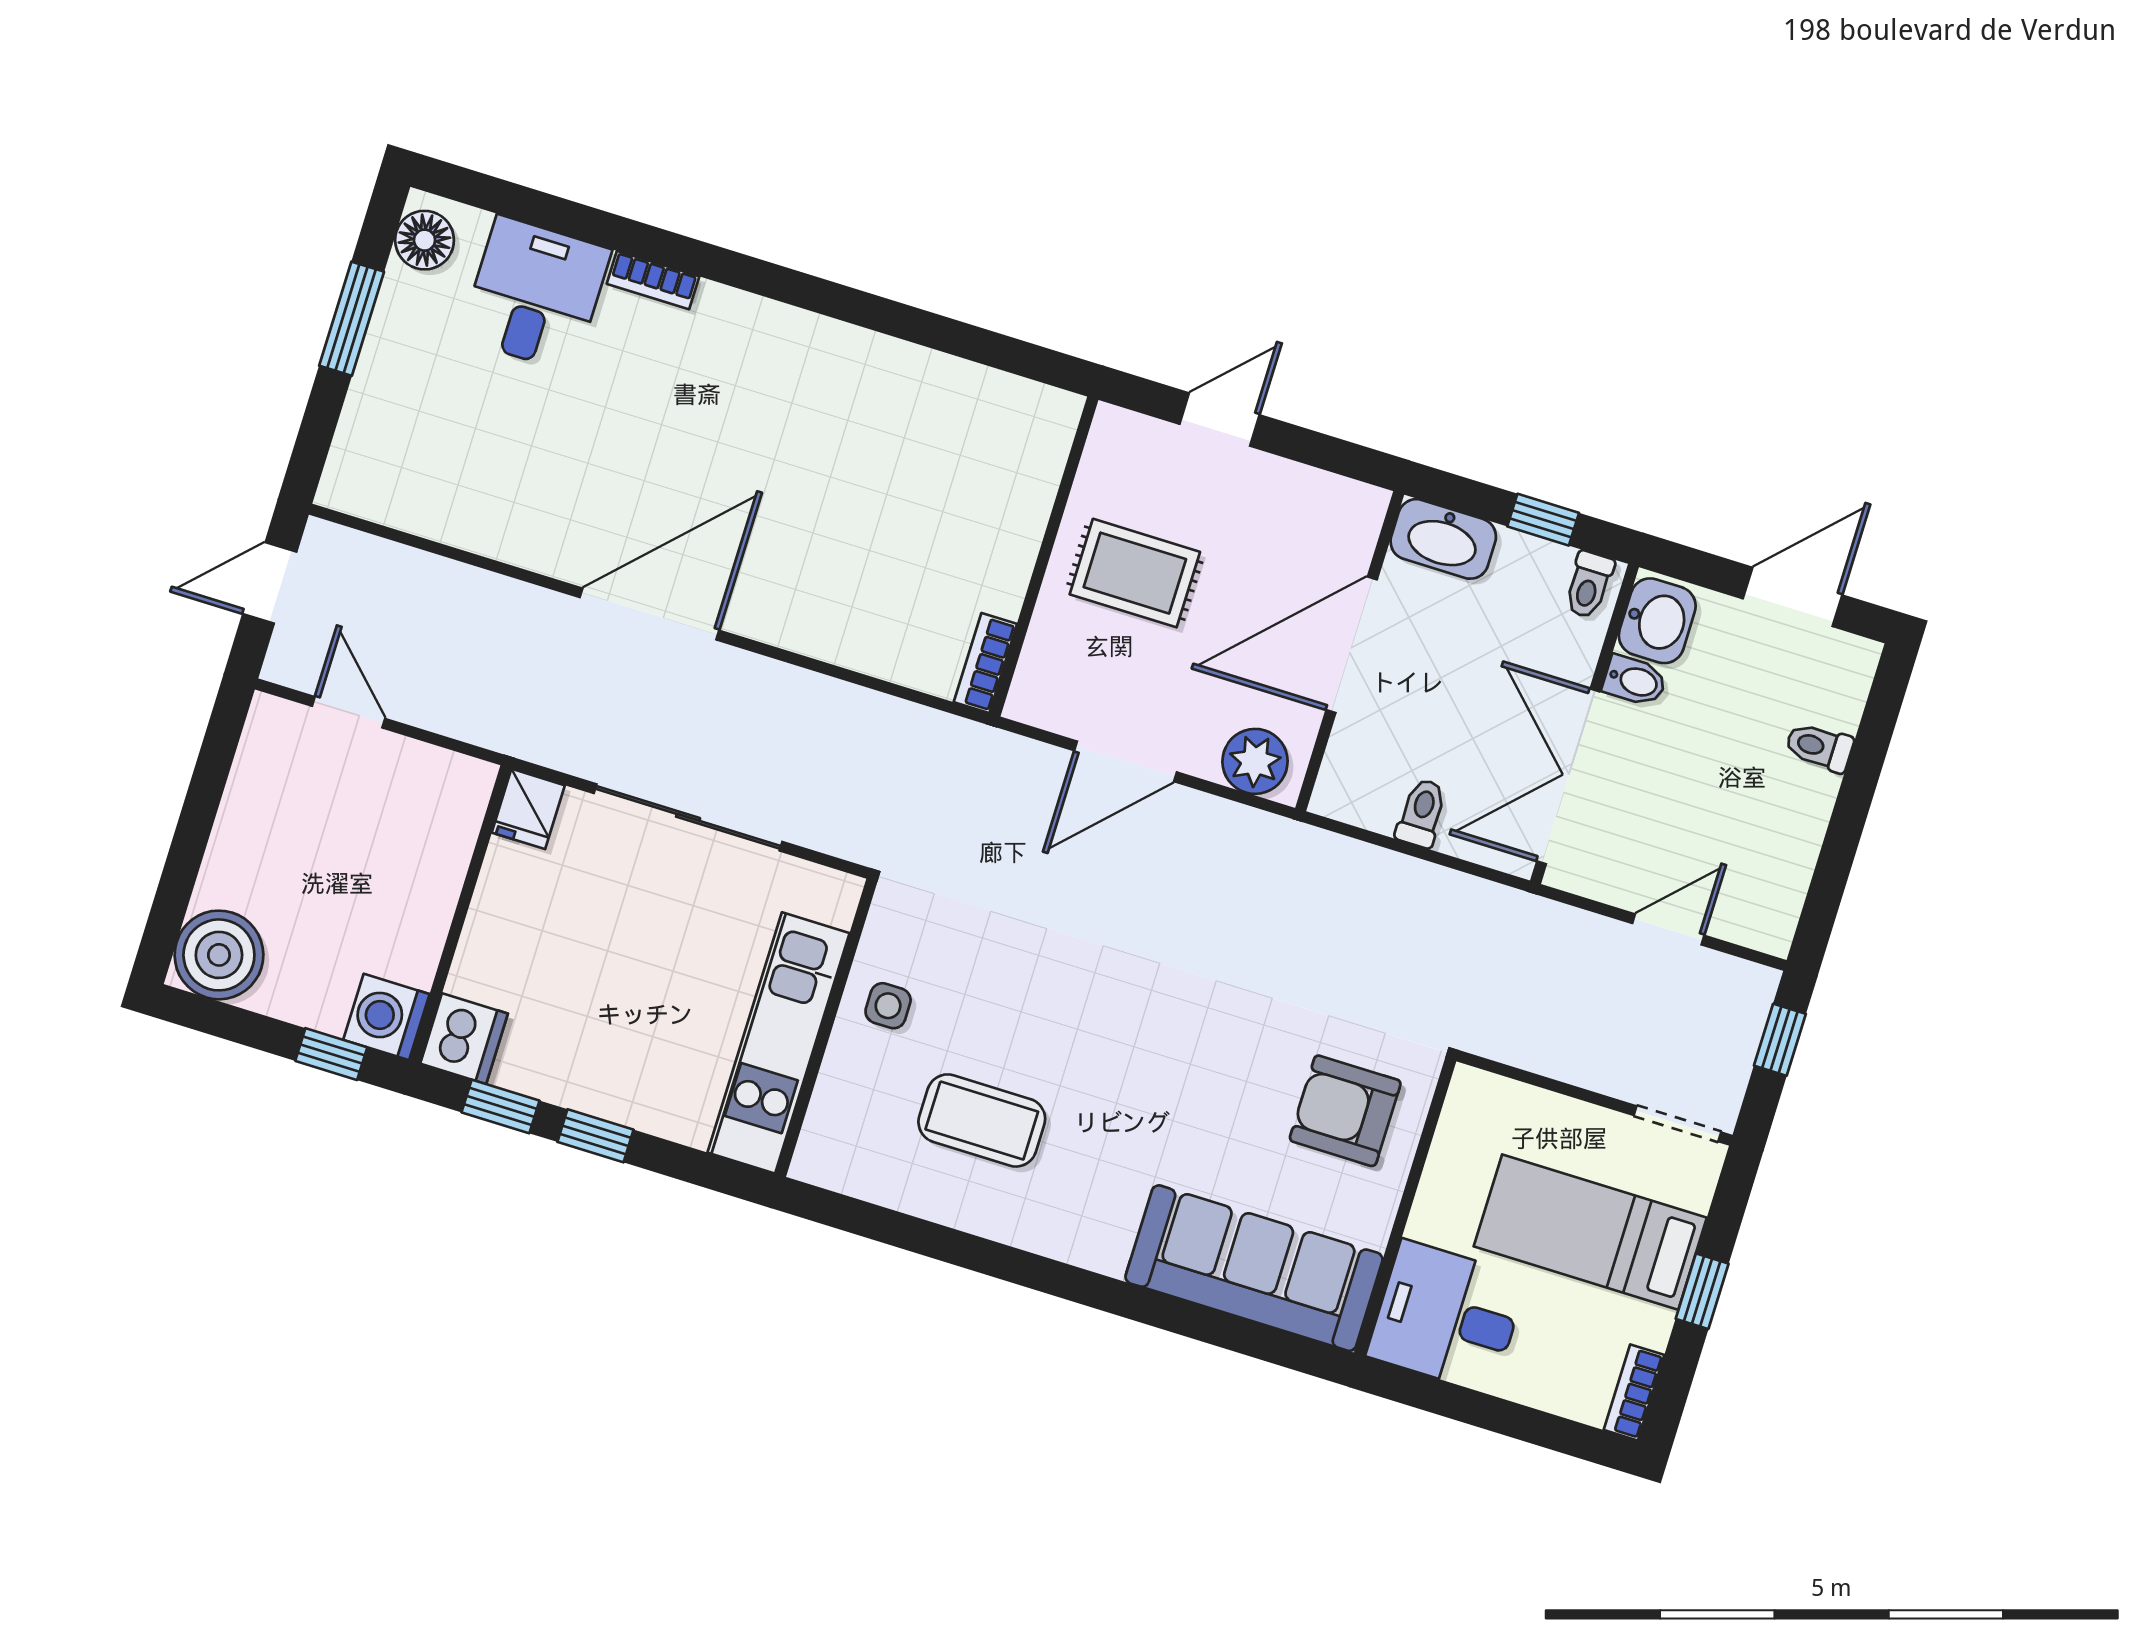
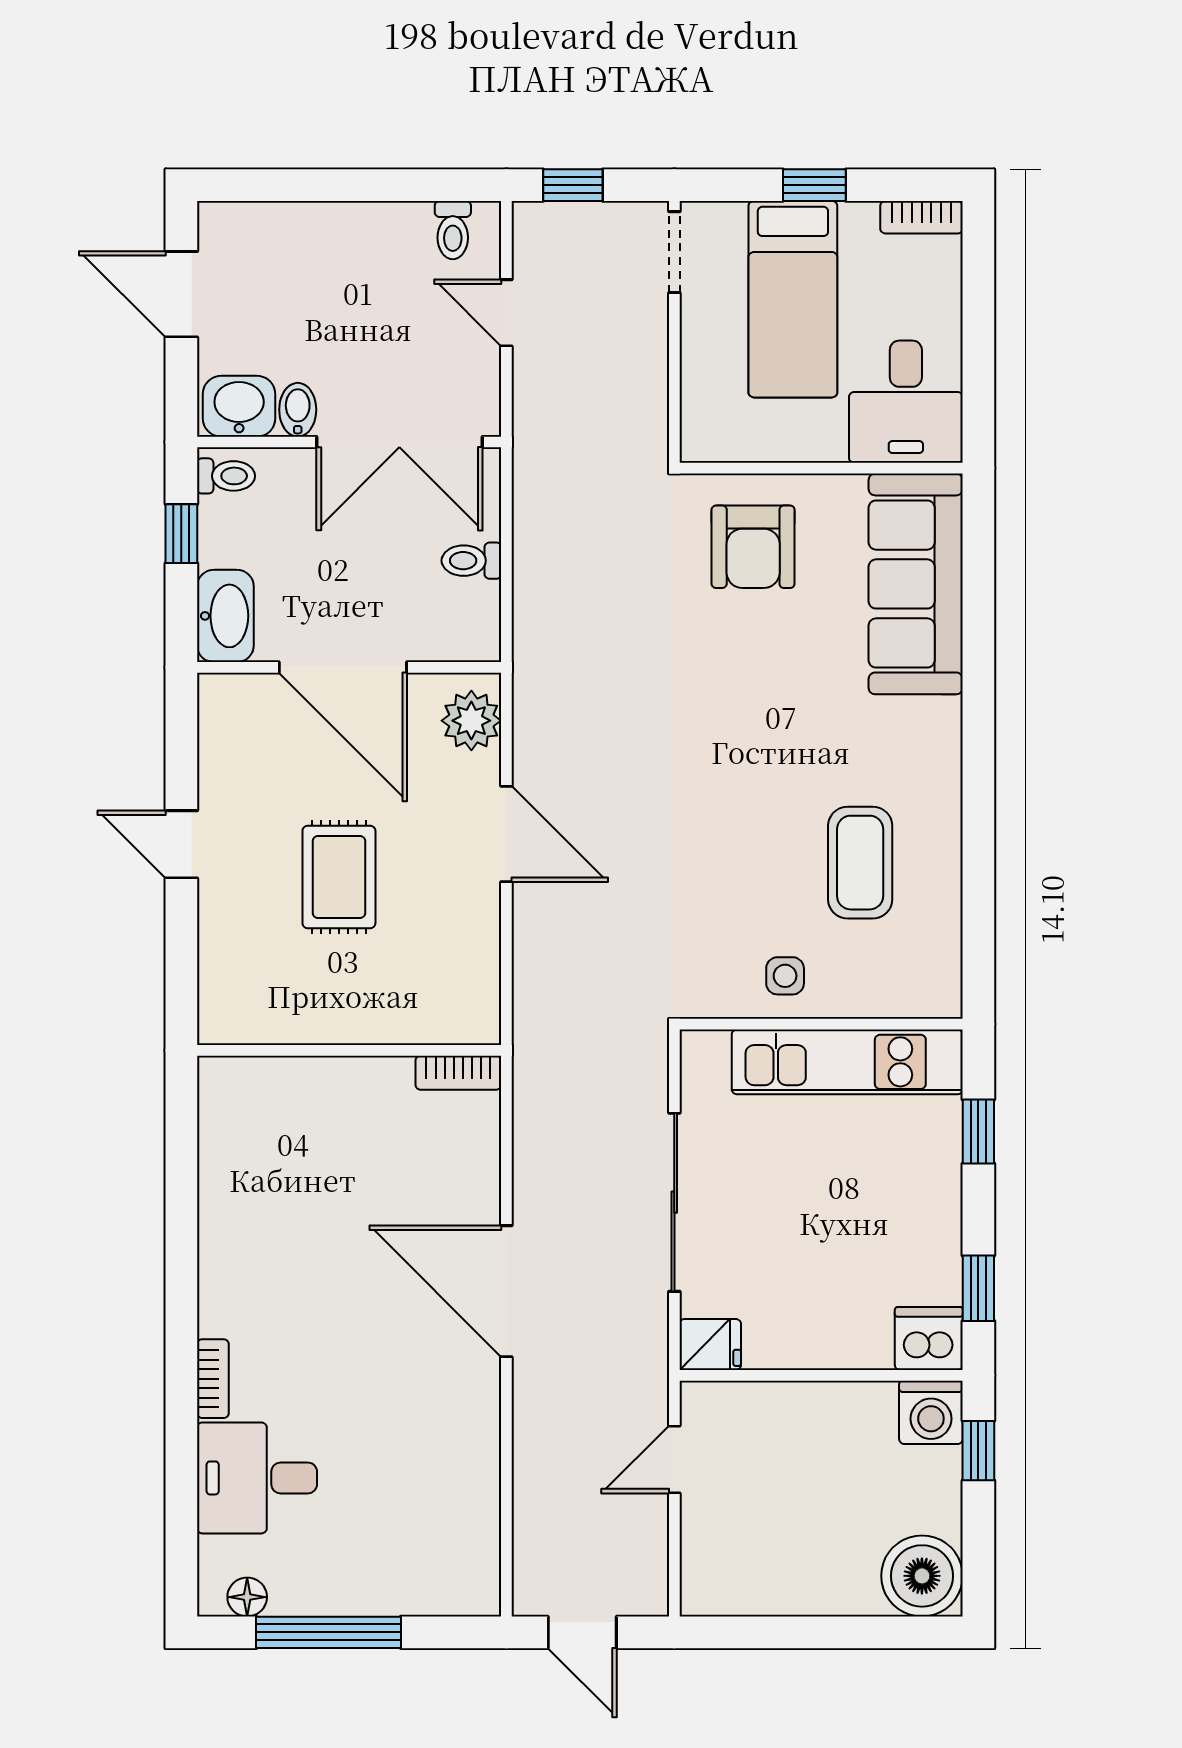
floor lamp: (425, 240) -> (247, 1597), width x0.73, depth x0.73
window: (352, 319) -> (329, 1632), width x1.44
wall: (1044, 557) -> (349, 1050), moved
bookcase: (985, 663) -> (458, 1073), moved
door: (349, 712) -> (674, 1460), moved
toilet: (1819, 747) -> (453, 230), moved
window: (595, 1136) -> (978, 1131), moved

